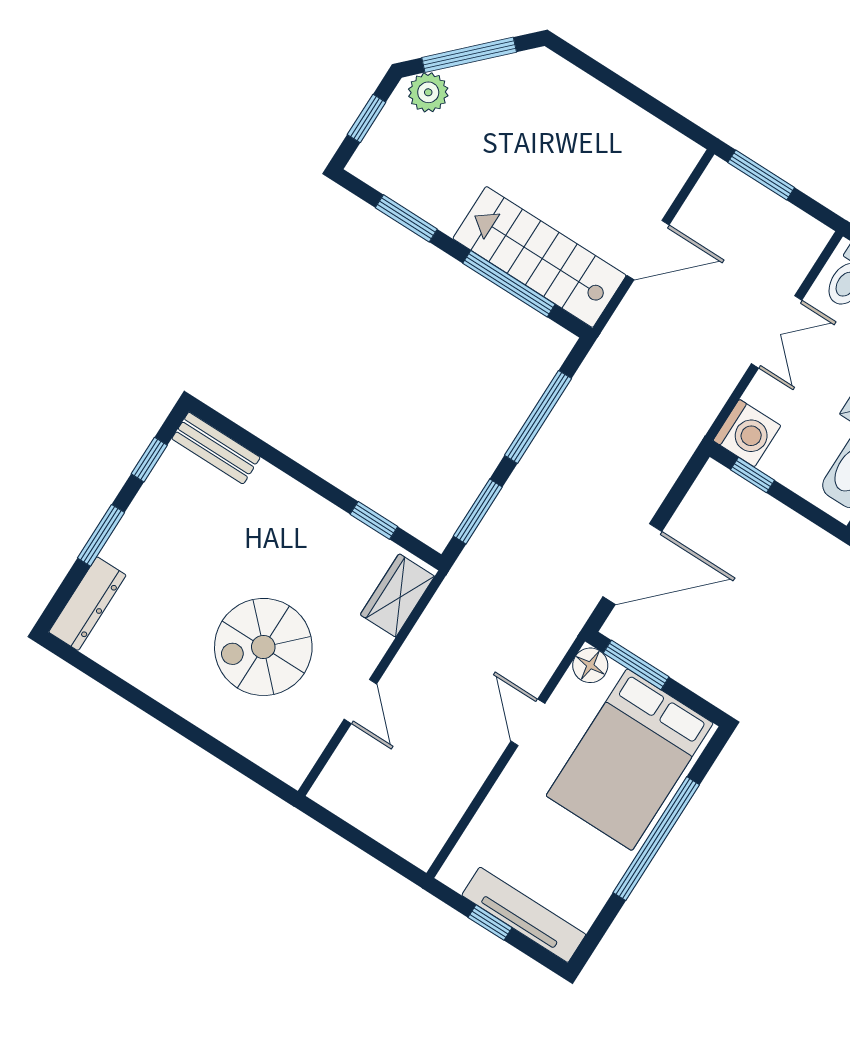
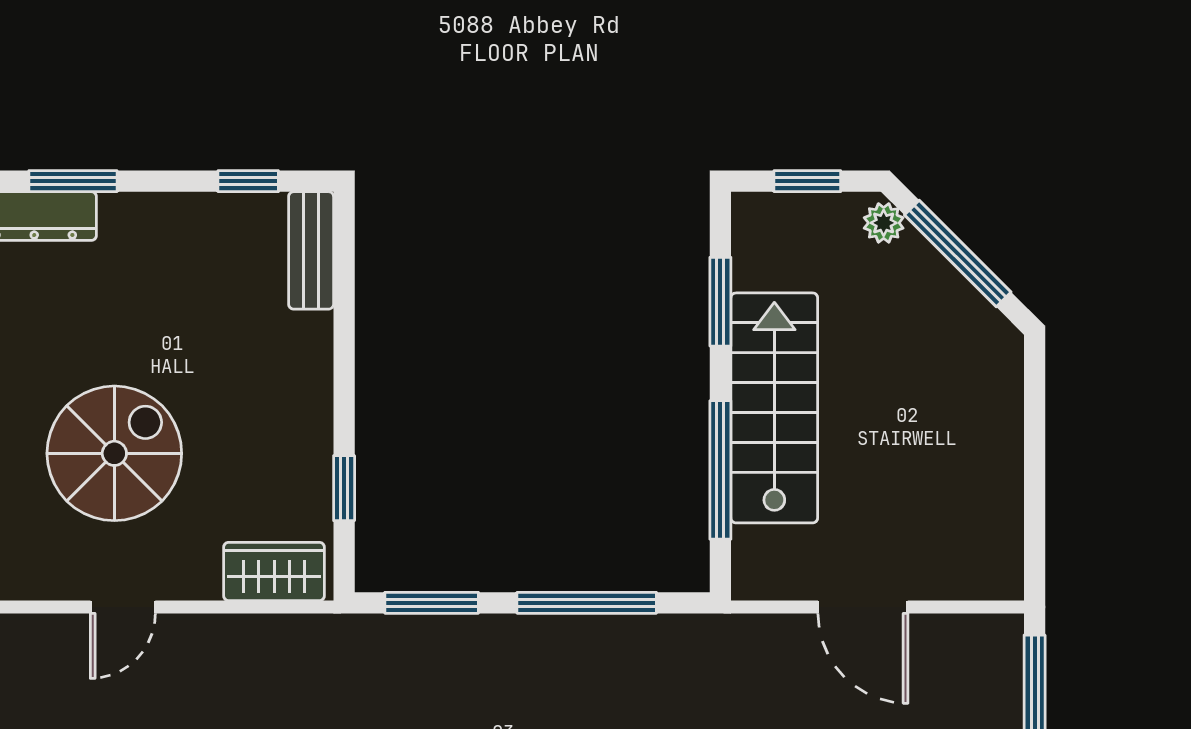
plant: (428, 92) -> (884, 223), width x0.73, depth x0.73
stairs: (540, 257) -> (774, 408), moved
window: (101, 535) -> (73, 181), moved
spiral stairs: (263, 647) -> (114, 453), turned 90

